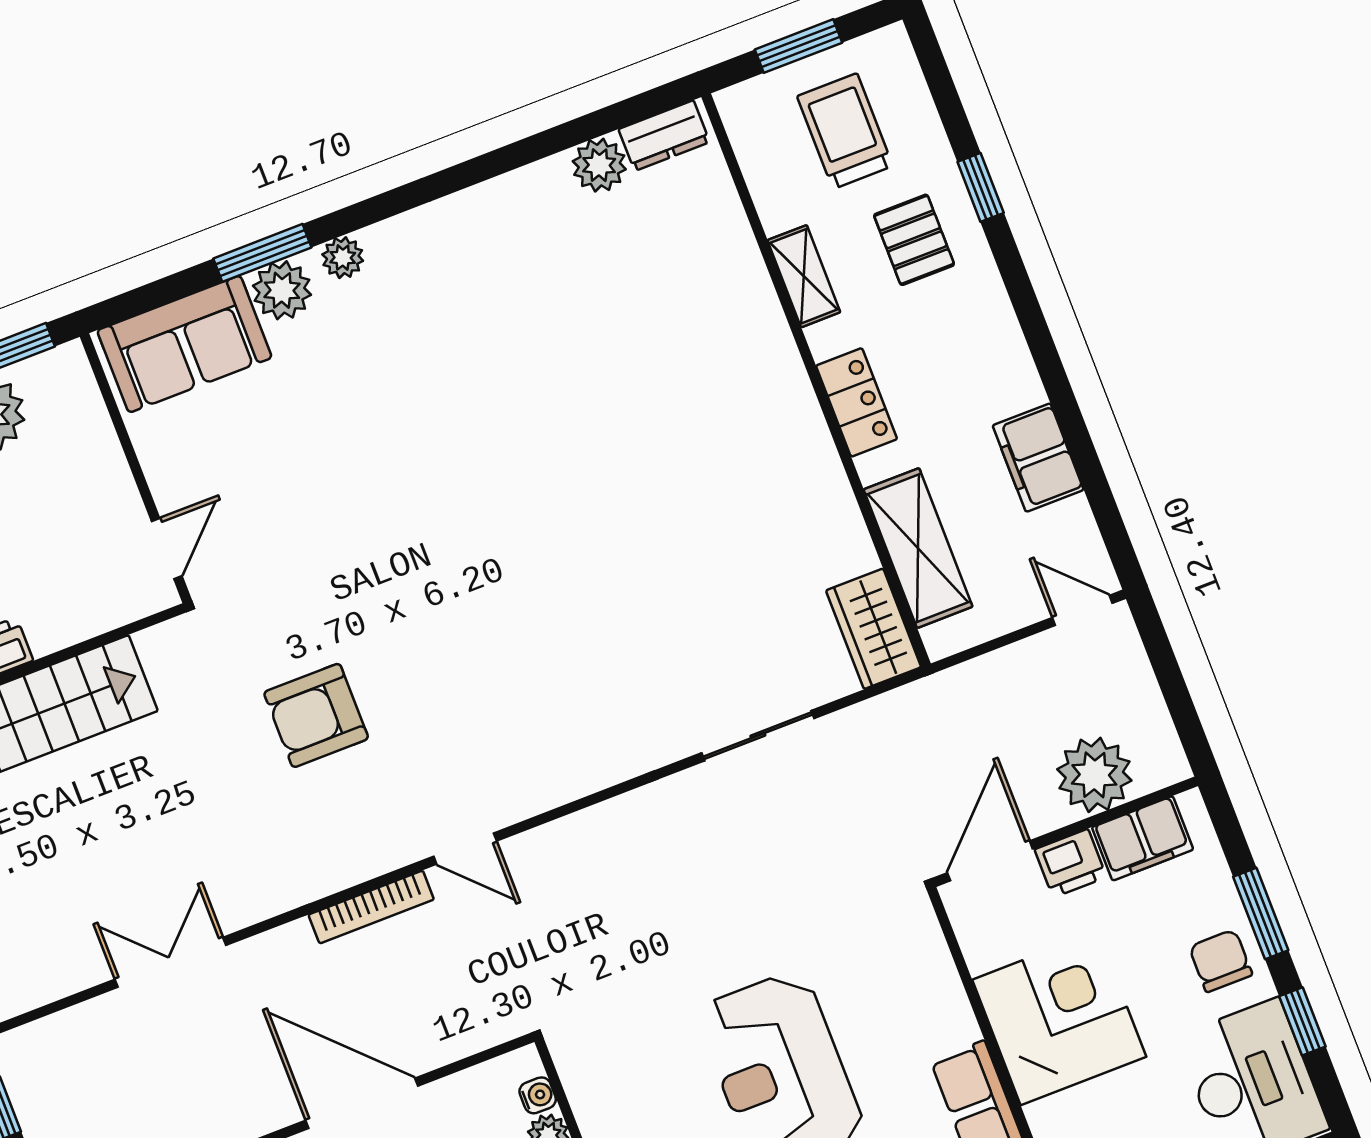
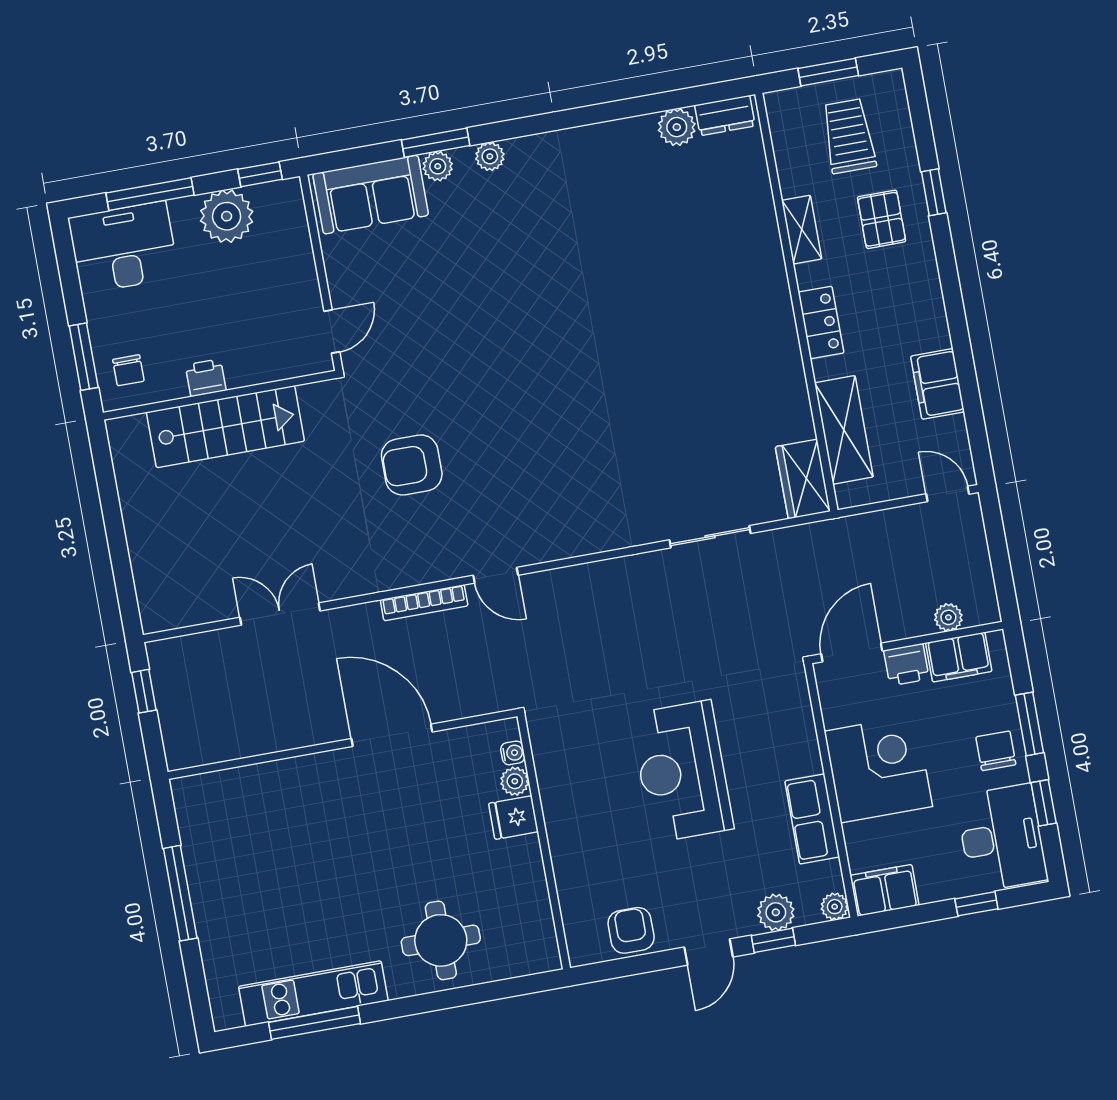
plant: (282, 290) -> (438, 166), width x0.73, depth x0.73
plant: (1094, 775) -> (948, 617), width x0.53, depth x0.53

